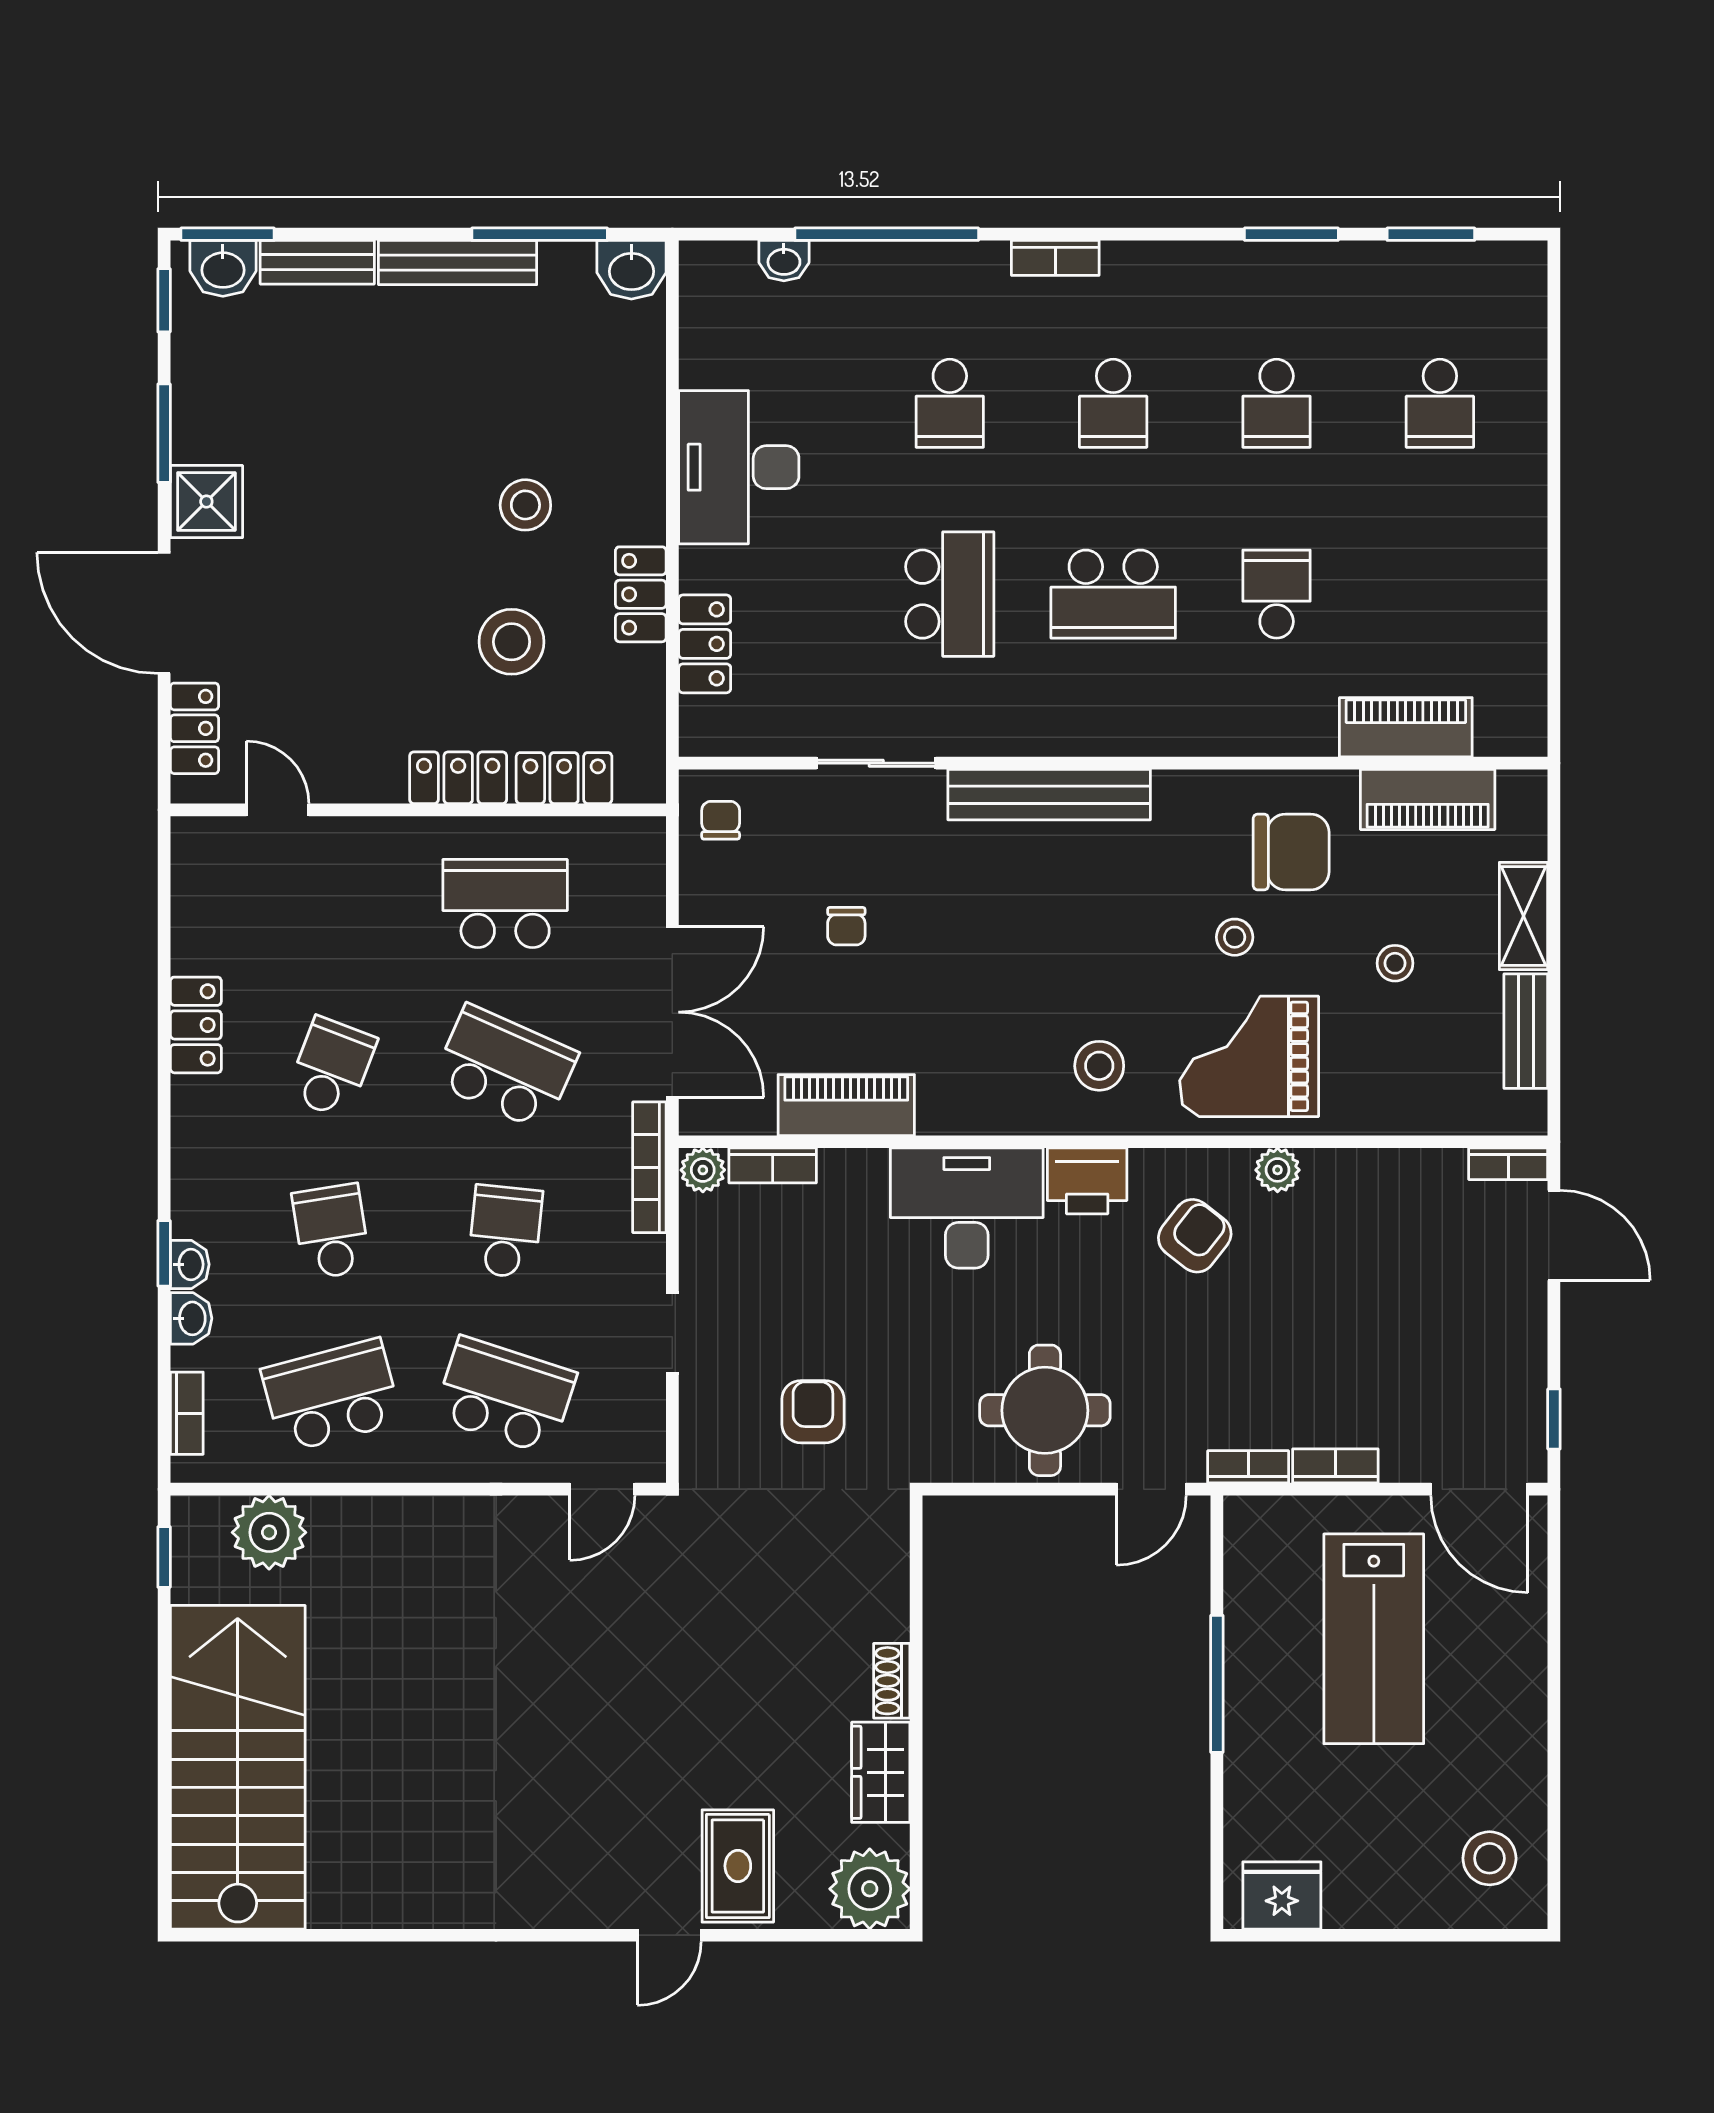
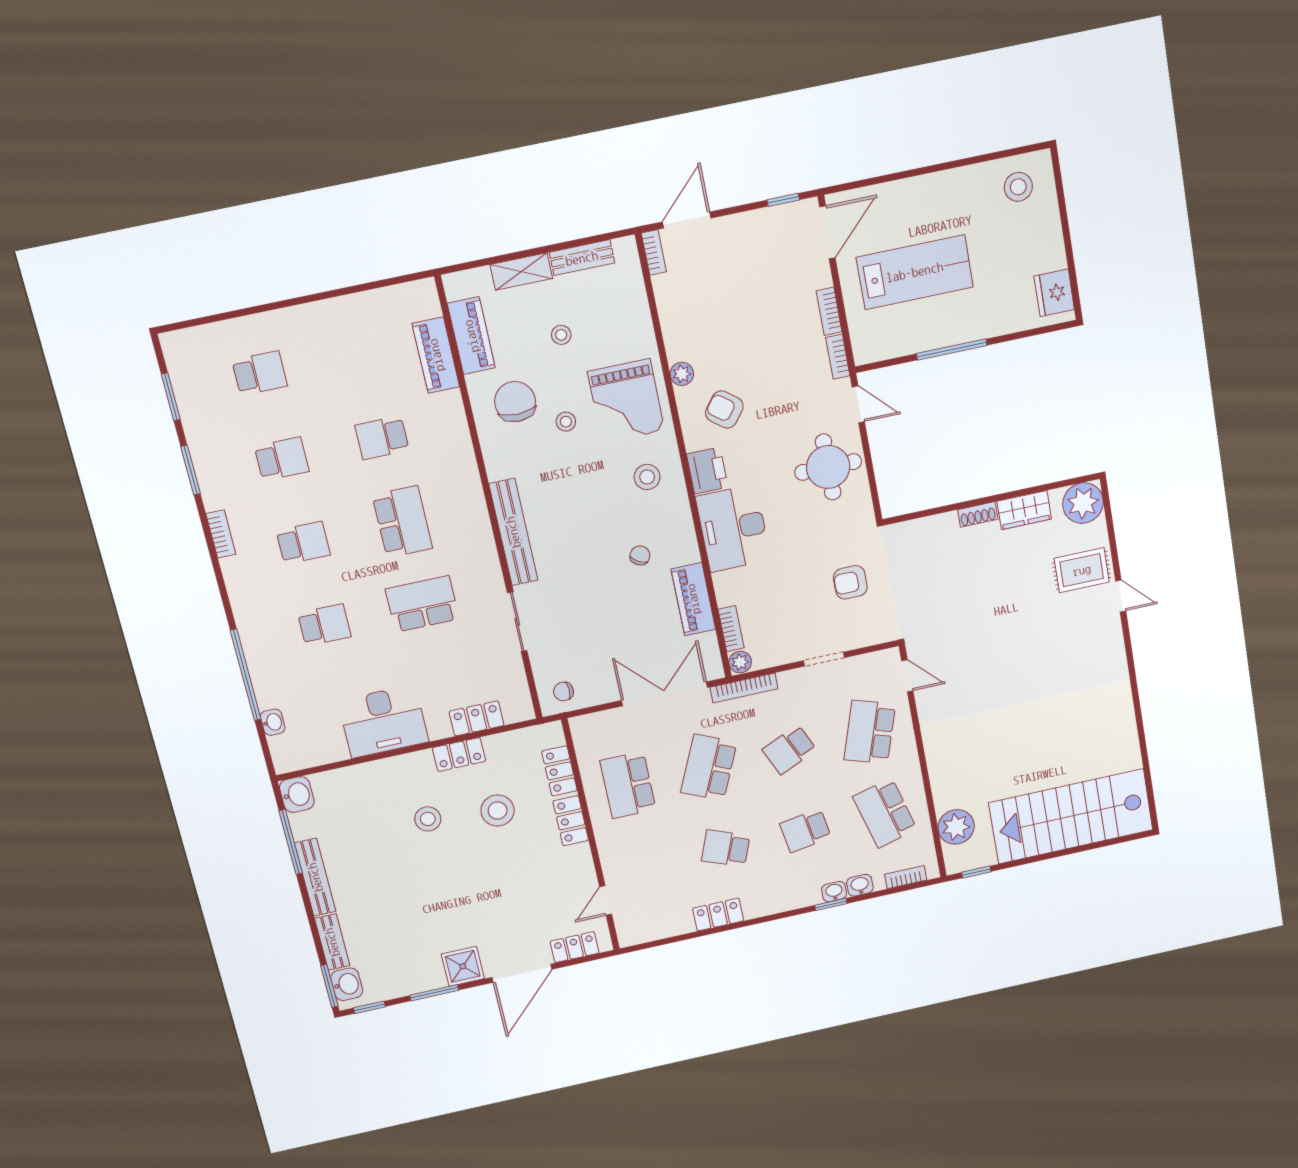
bookcase: (1055, 258) -> (221, 534), moved
chair: (846, 926) -> (640, 555), moved, turned -60
school desk: (505, 1232) -> (789, 750), turned -30

